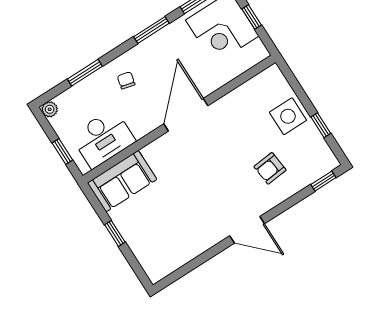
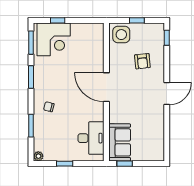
door: (186, 115) -> (106, 87), moved
wall: (179, 119) -> (106, 92), moved
desk: (103, 138) -> (91, 138), moved
sofa: (122, 181) -> (120, 142), moved

